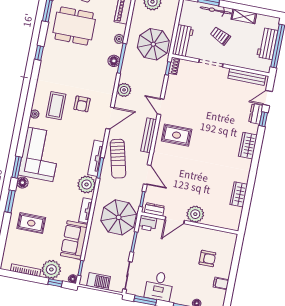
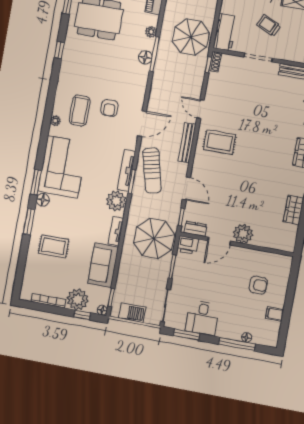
plant: (124, 90) -> (158, 91), removed

